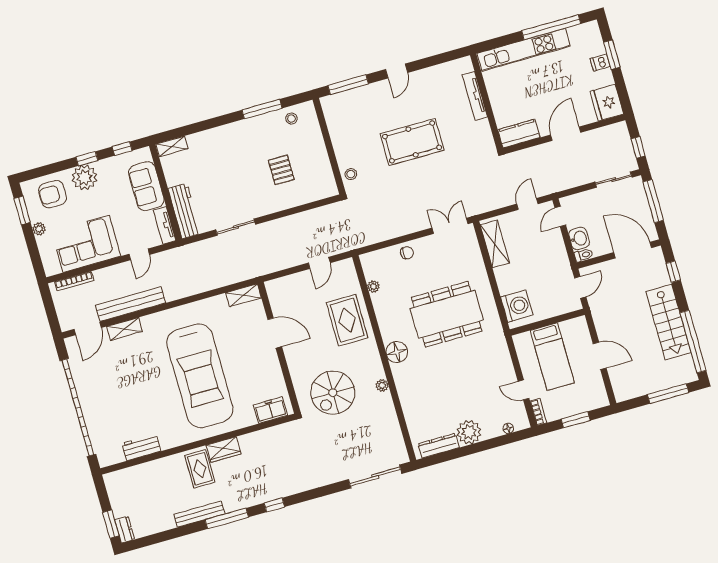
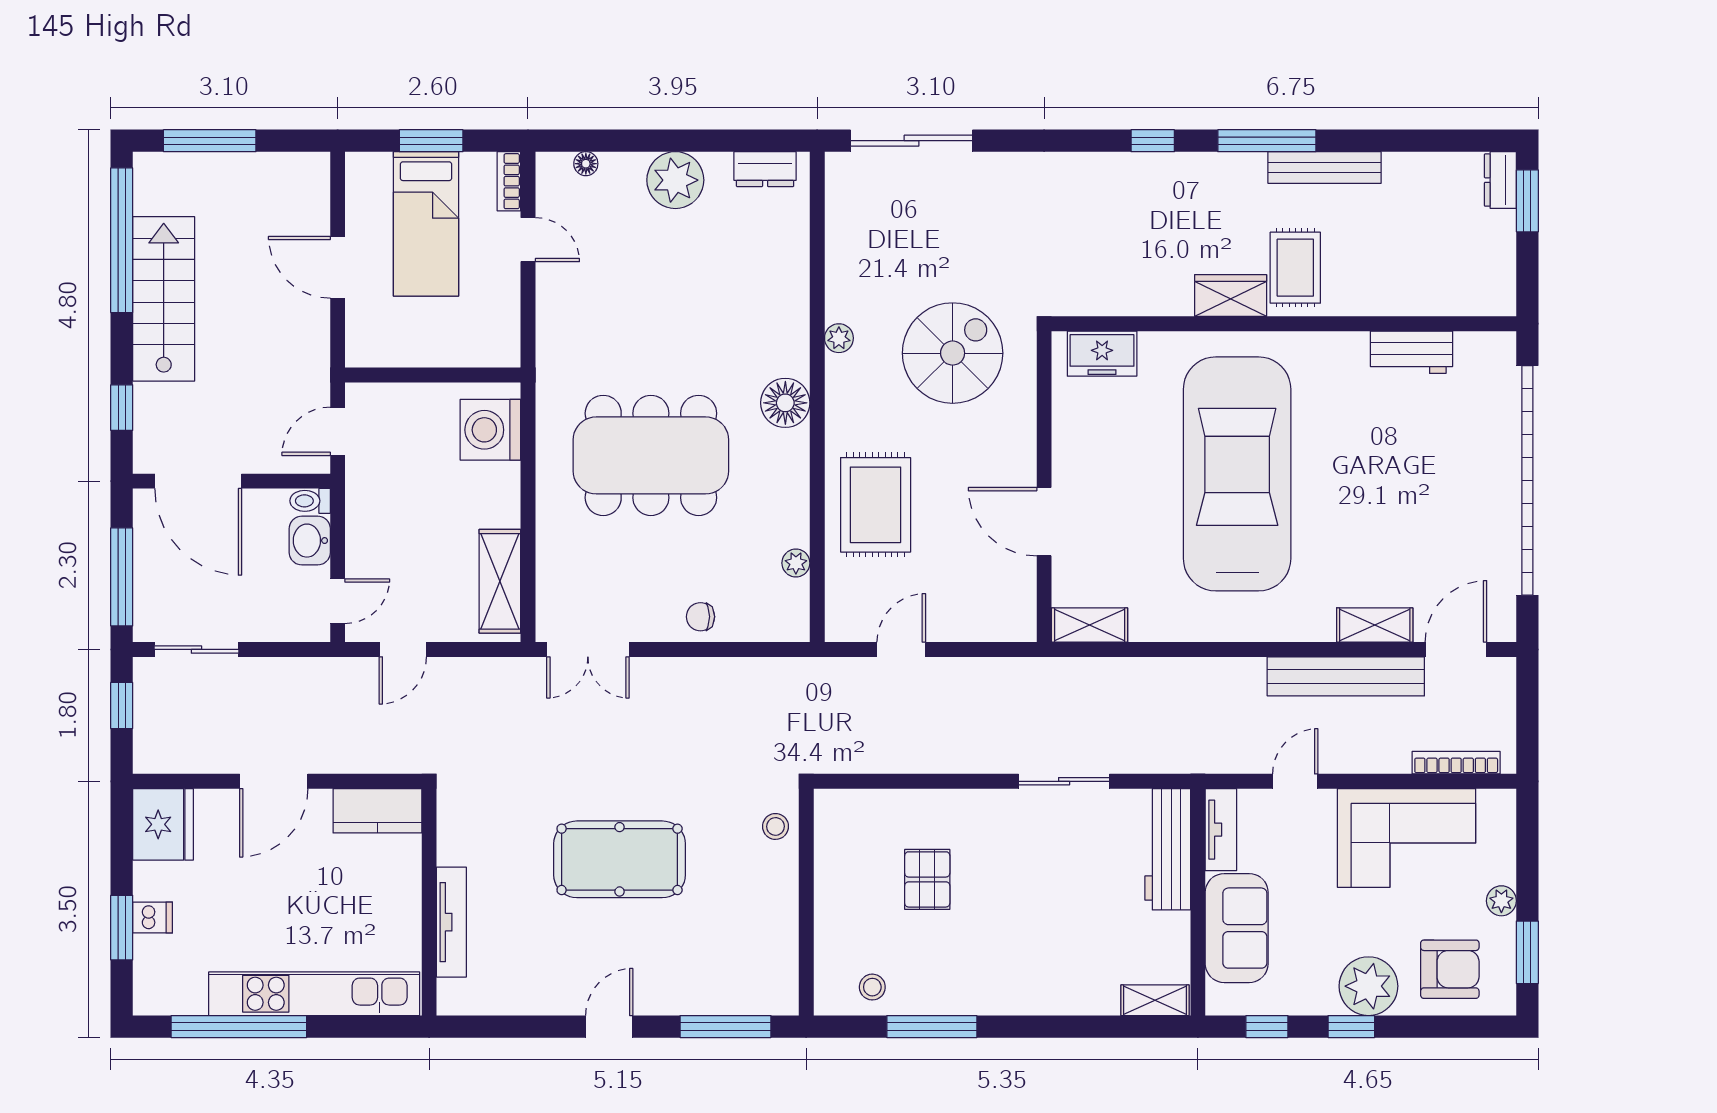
bed: (552, 357) -> (426, 224), moved, turned 180
dresser: (439, 446) -> (765, 169), width x0.70

